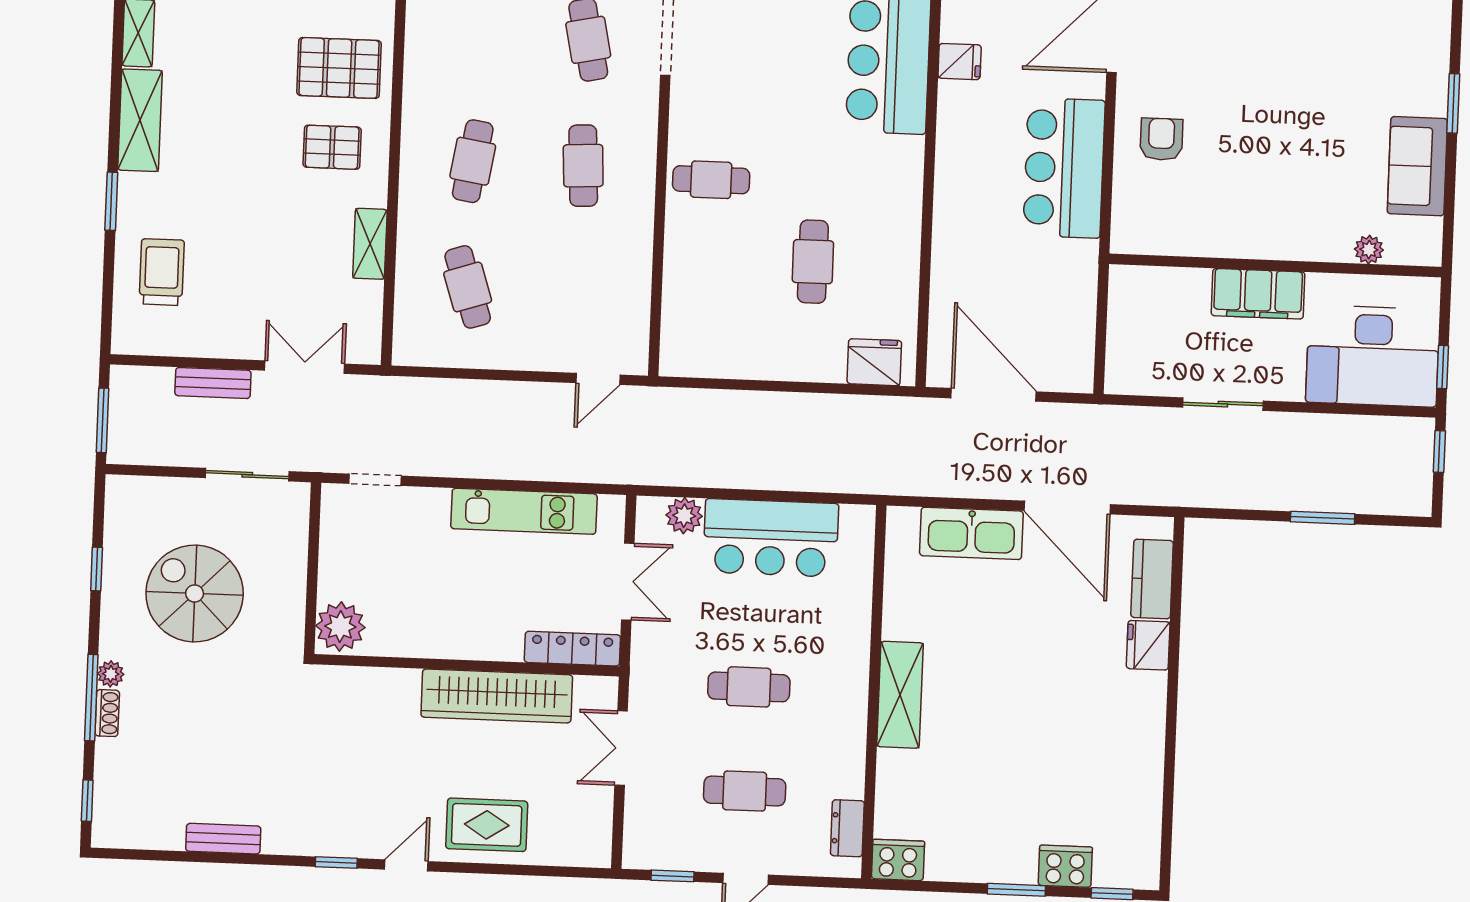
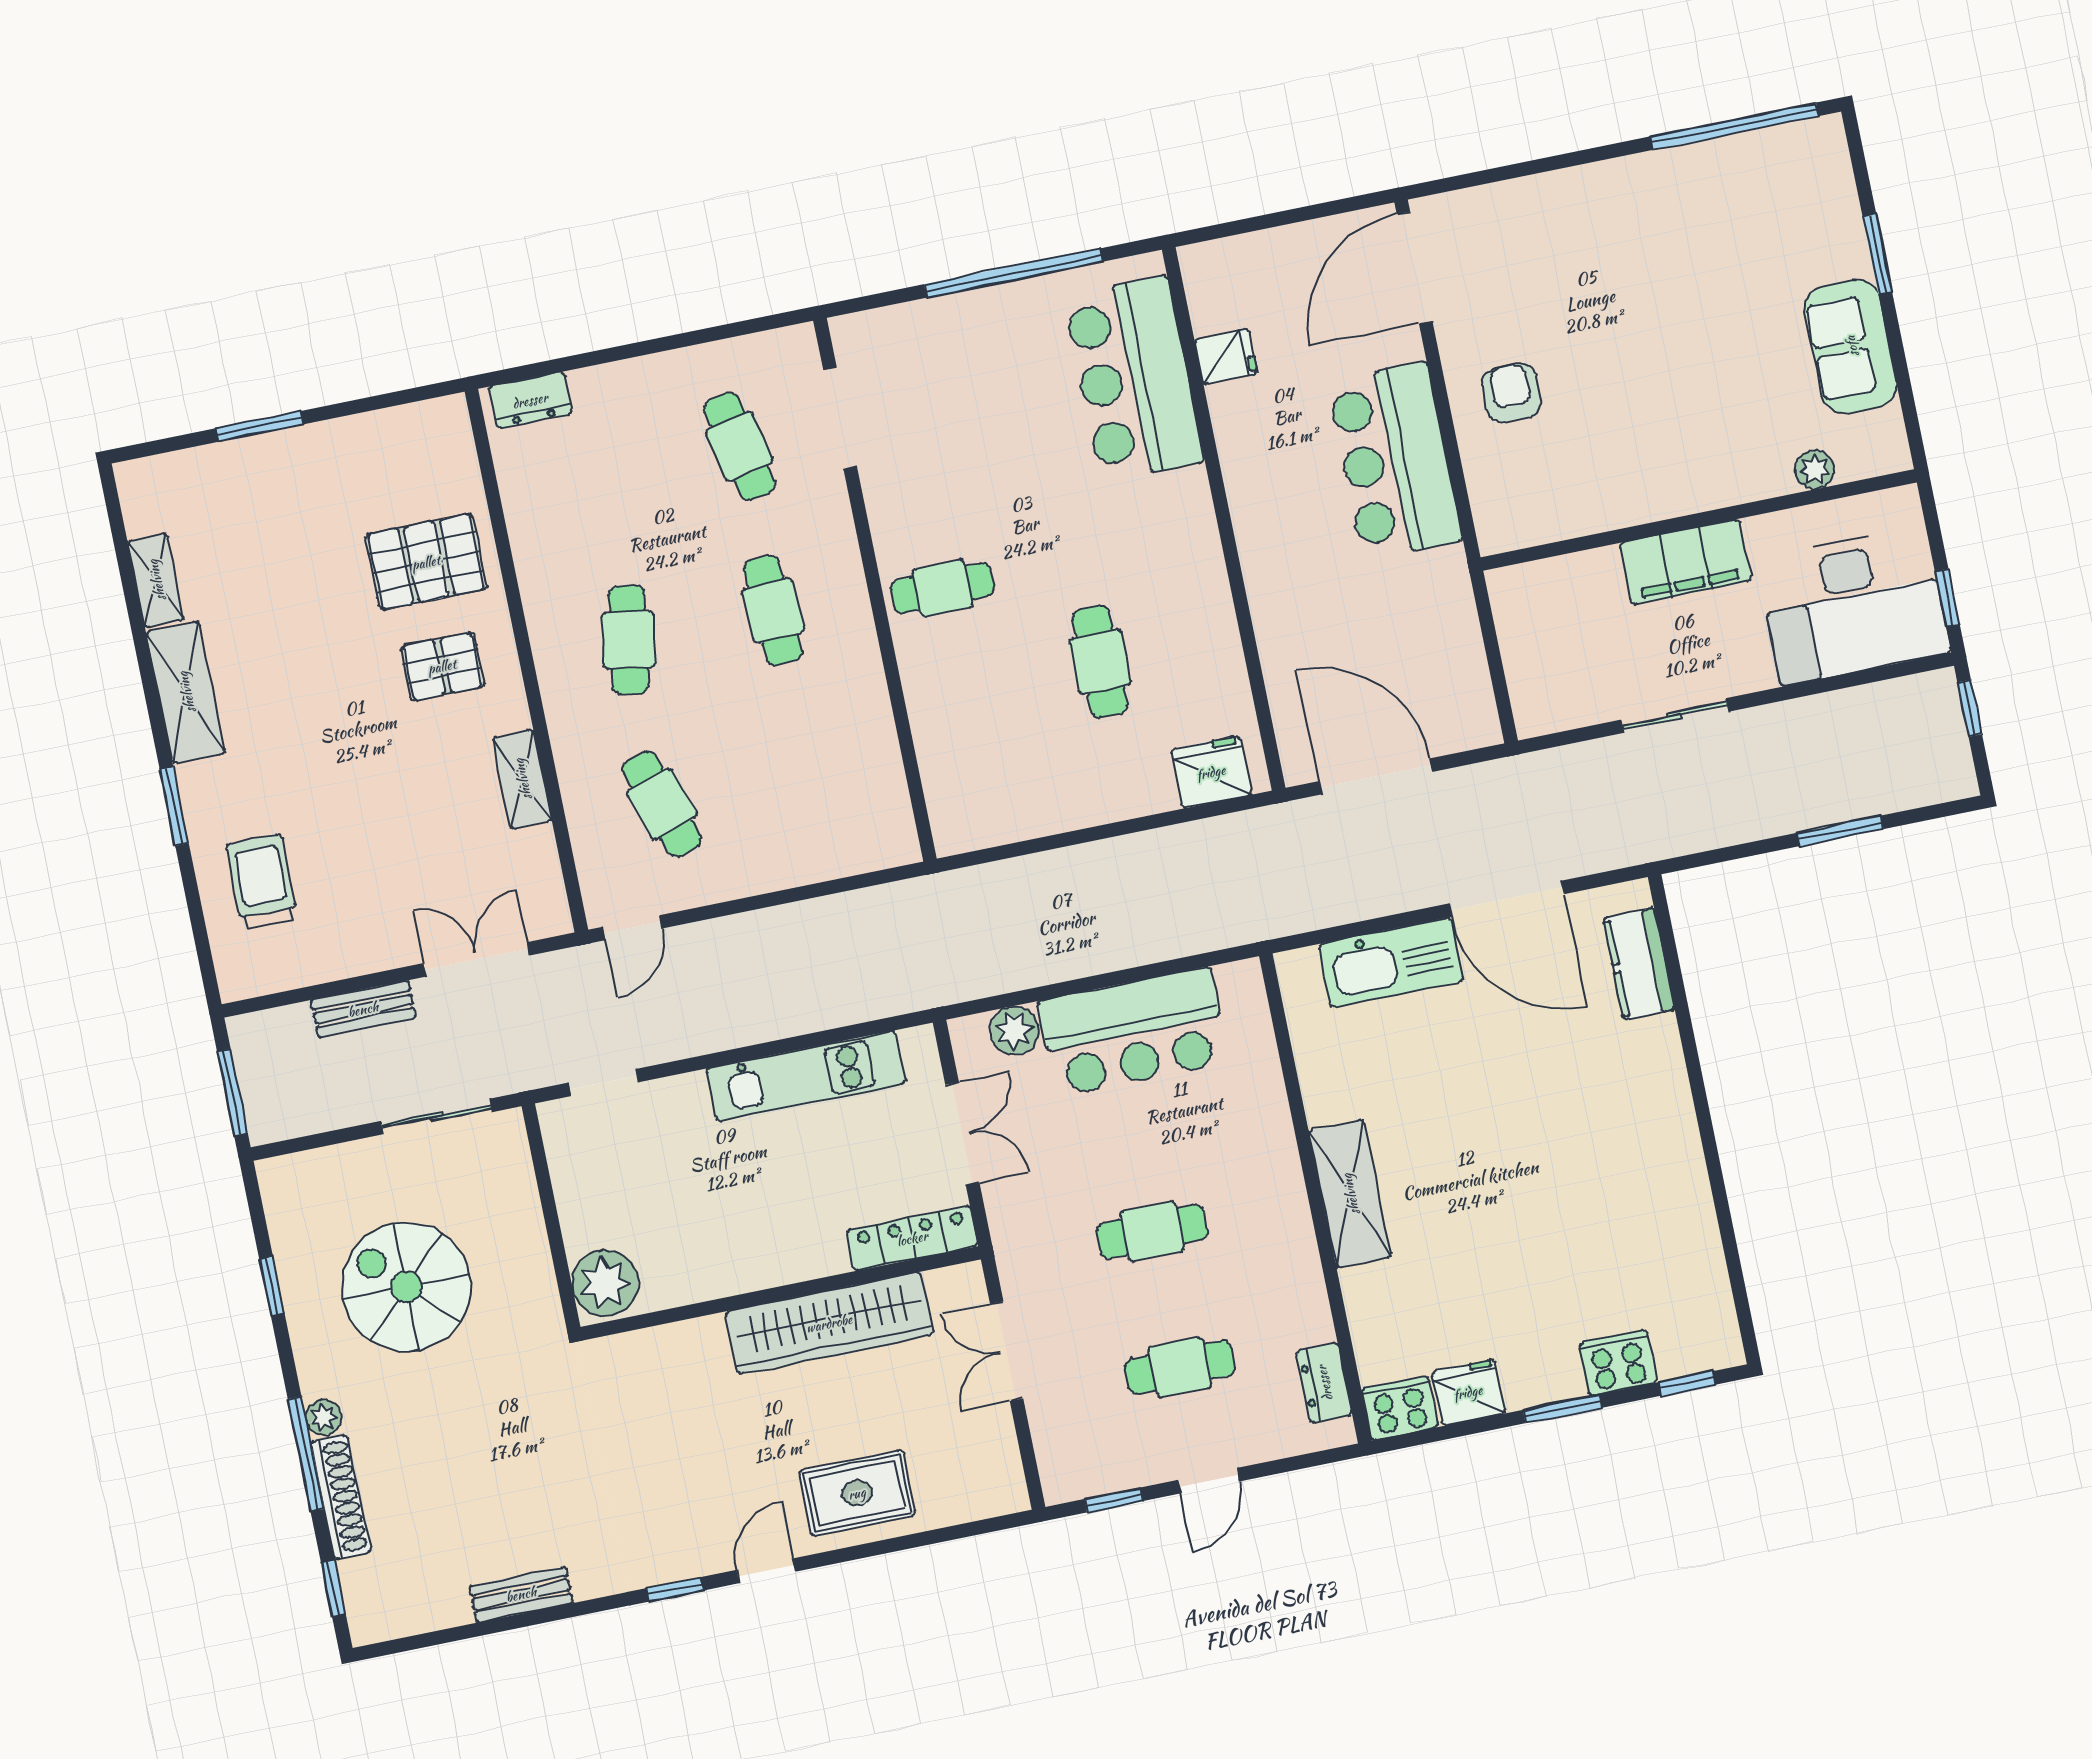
door: (598, 379) -> (633, 928), moved
fridge: (1148, 645) -> (1468, 1392), moved, turned 90
shoe rack: (107, 713) -> (341, 1497), width x1.94, depth x1.24

